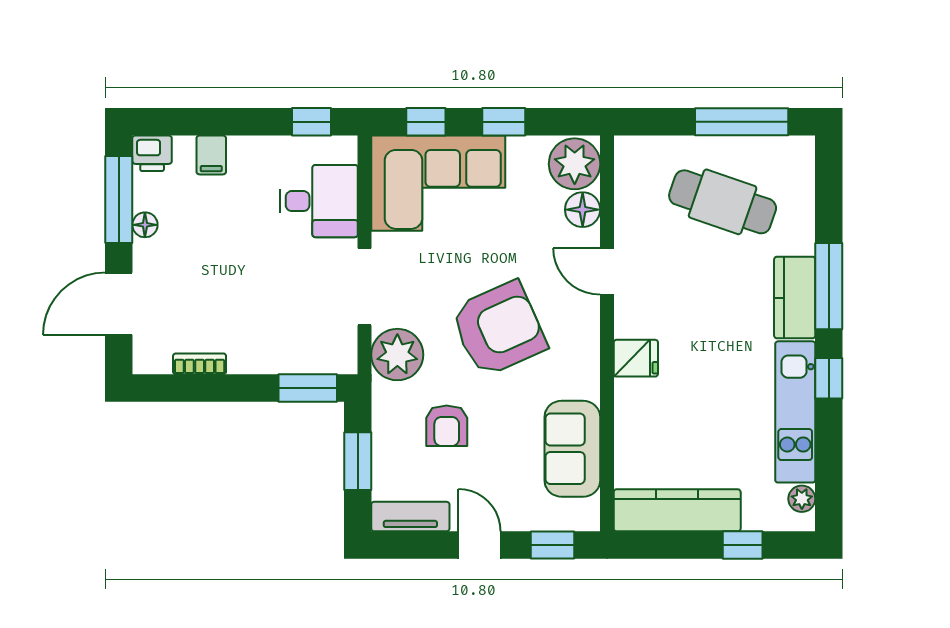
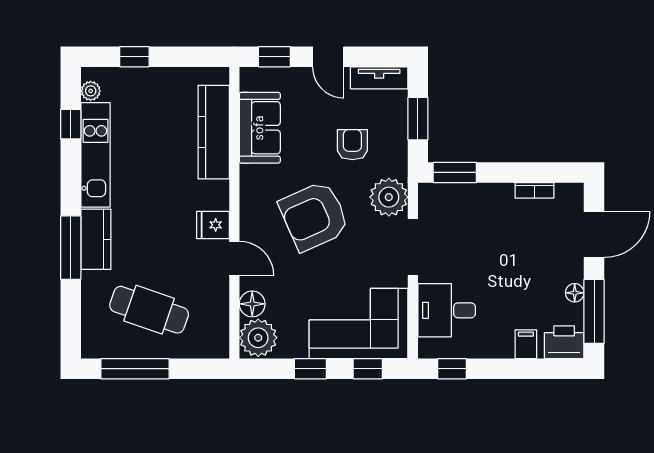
printer: (152, 153) -> (564, 342), width x1.36, depth x1.24
fridge: (636, 358) -> (213, 225), moved
window: (829, 378) -> (71, 124), moved
kitchen counter: (677, 510) -> (214, 132), moved, turned 90

